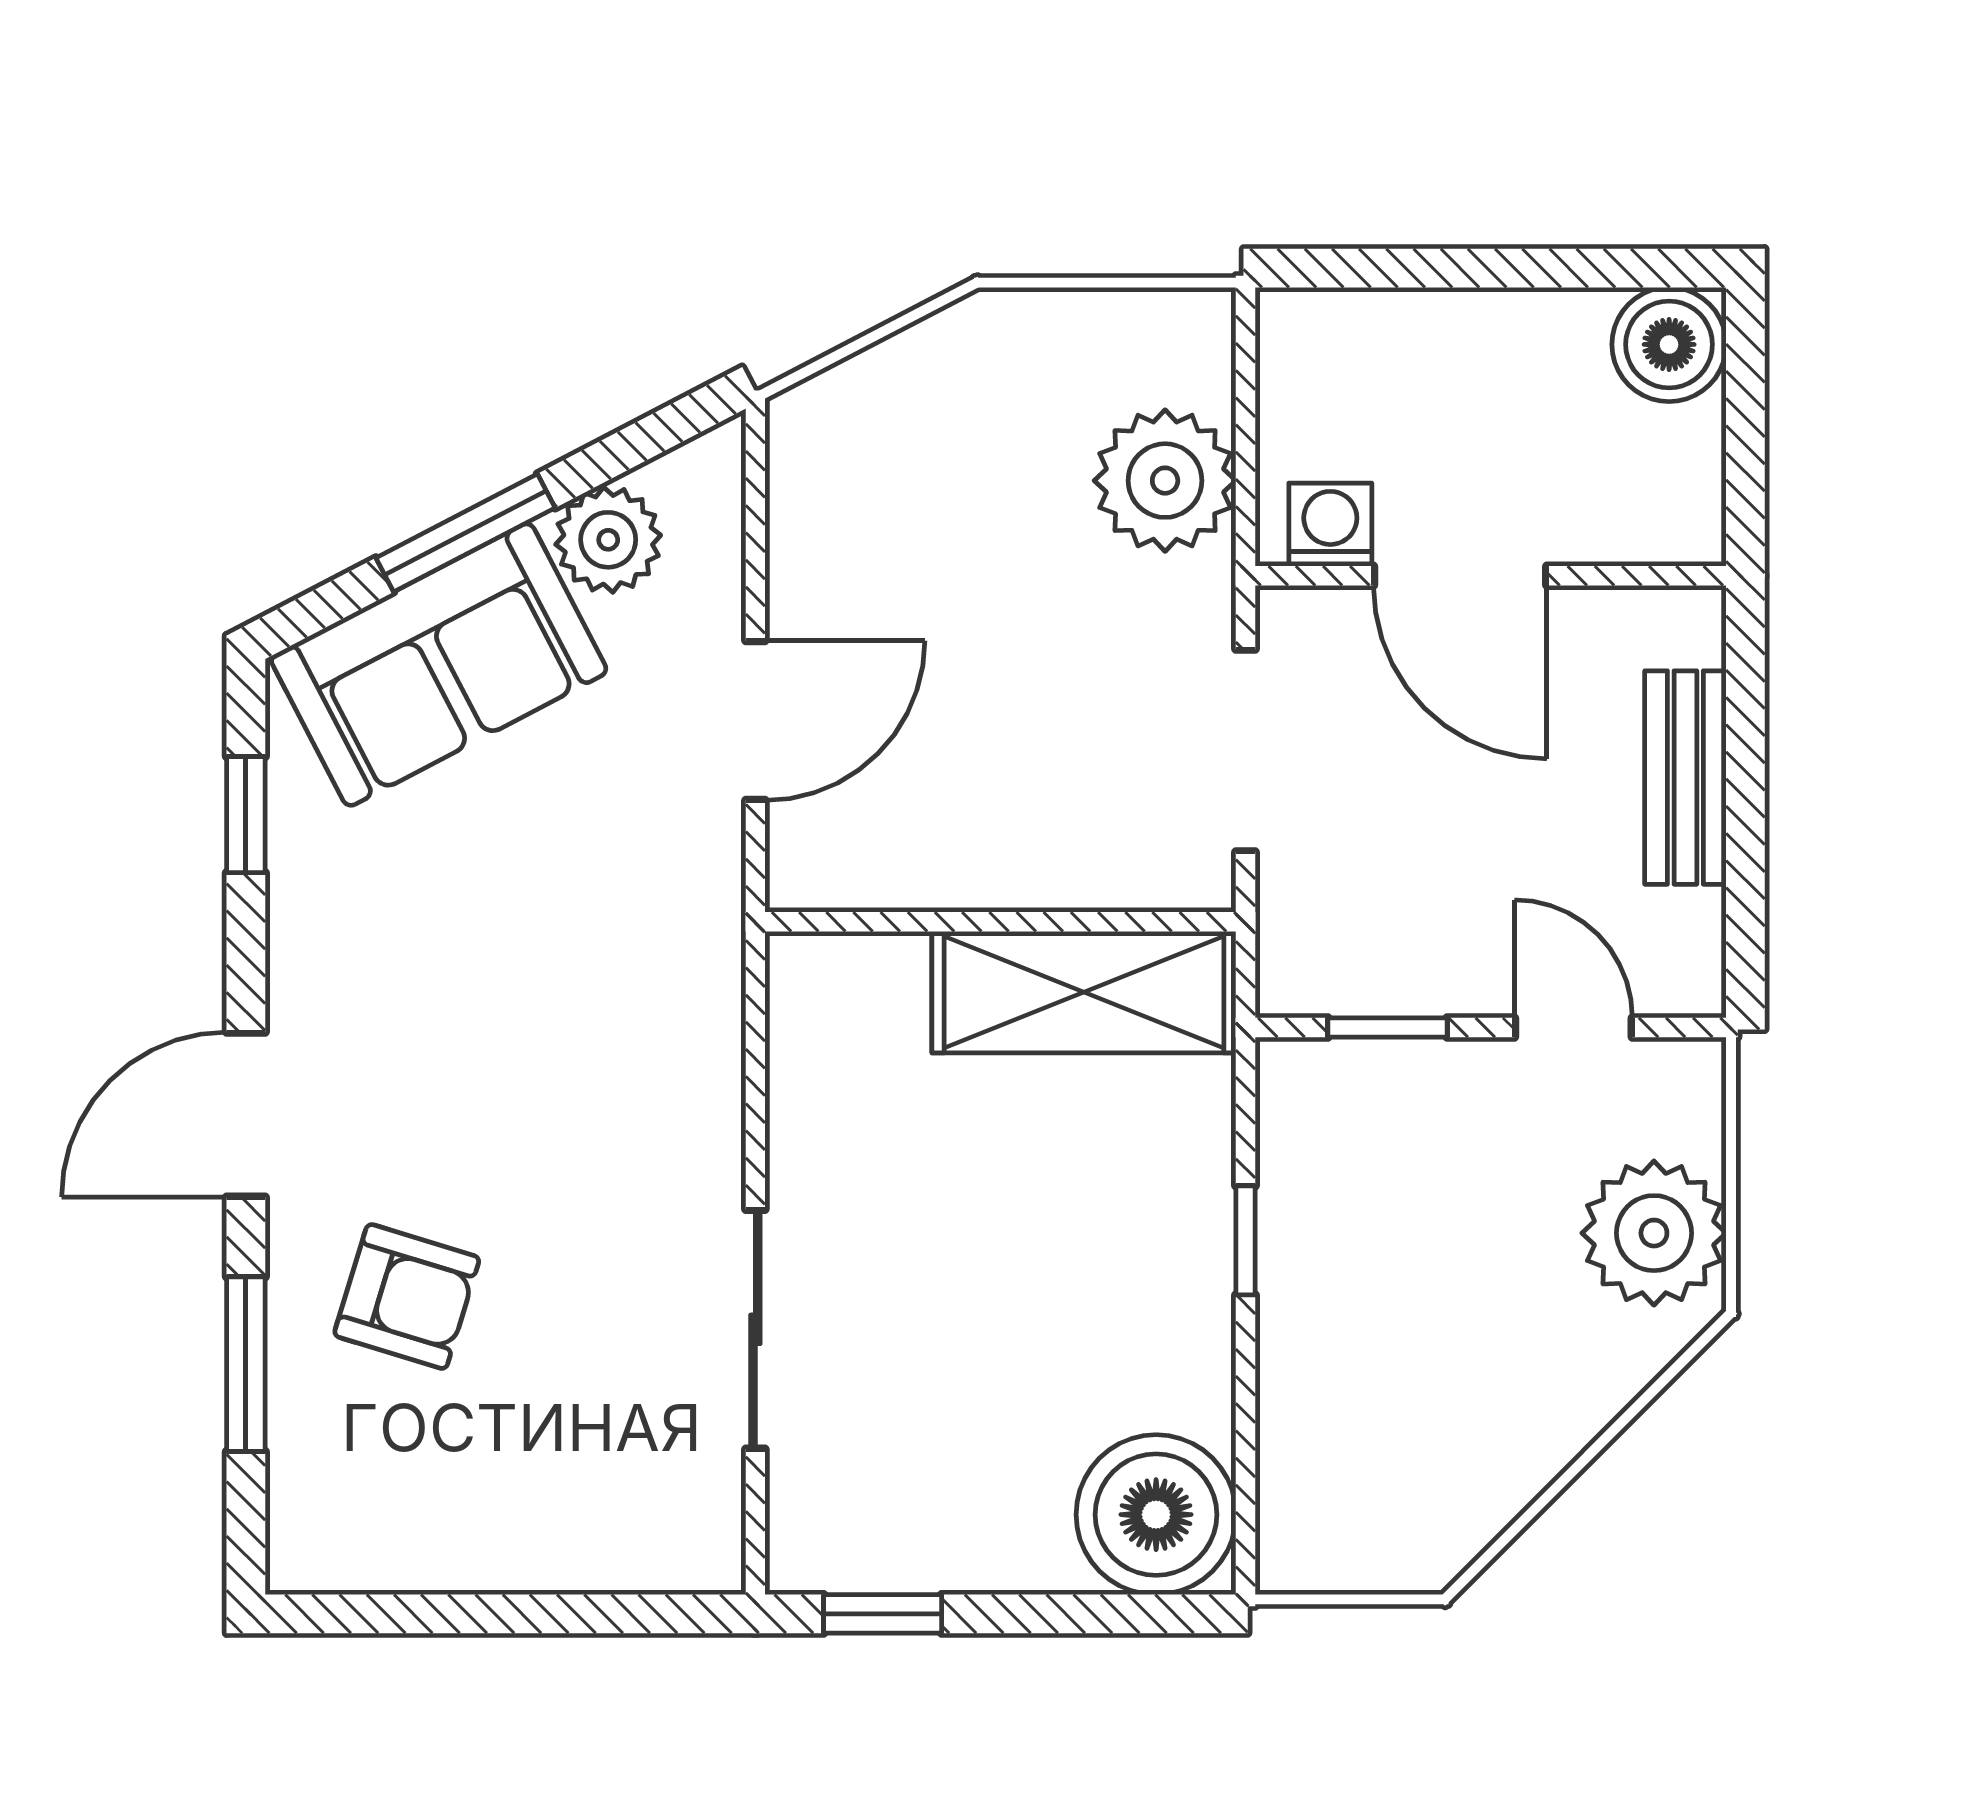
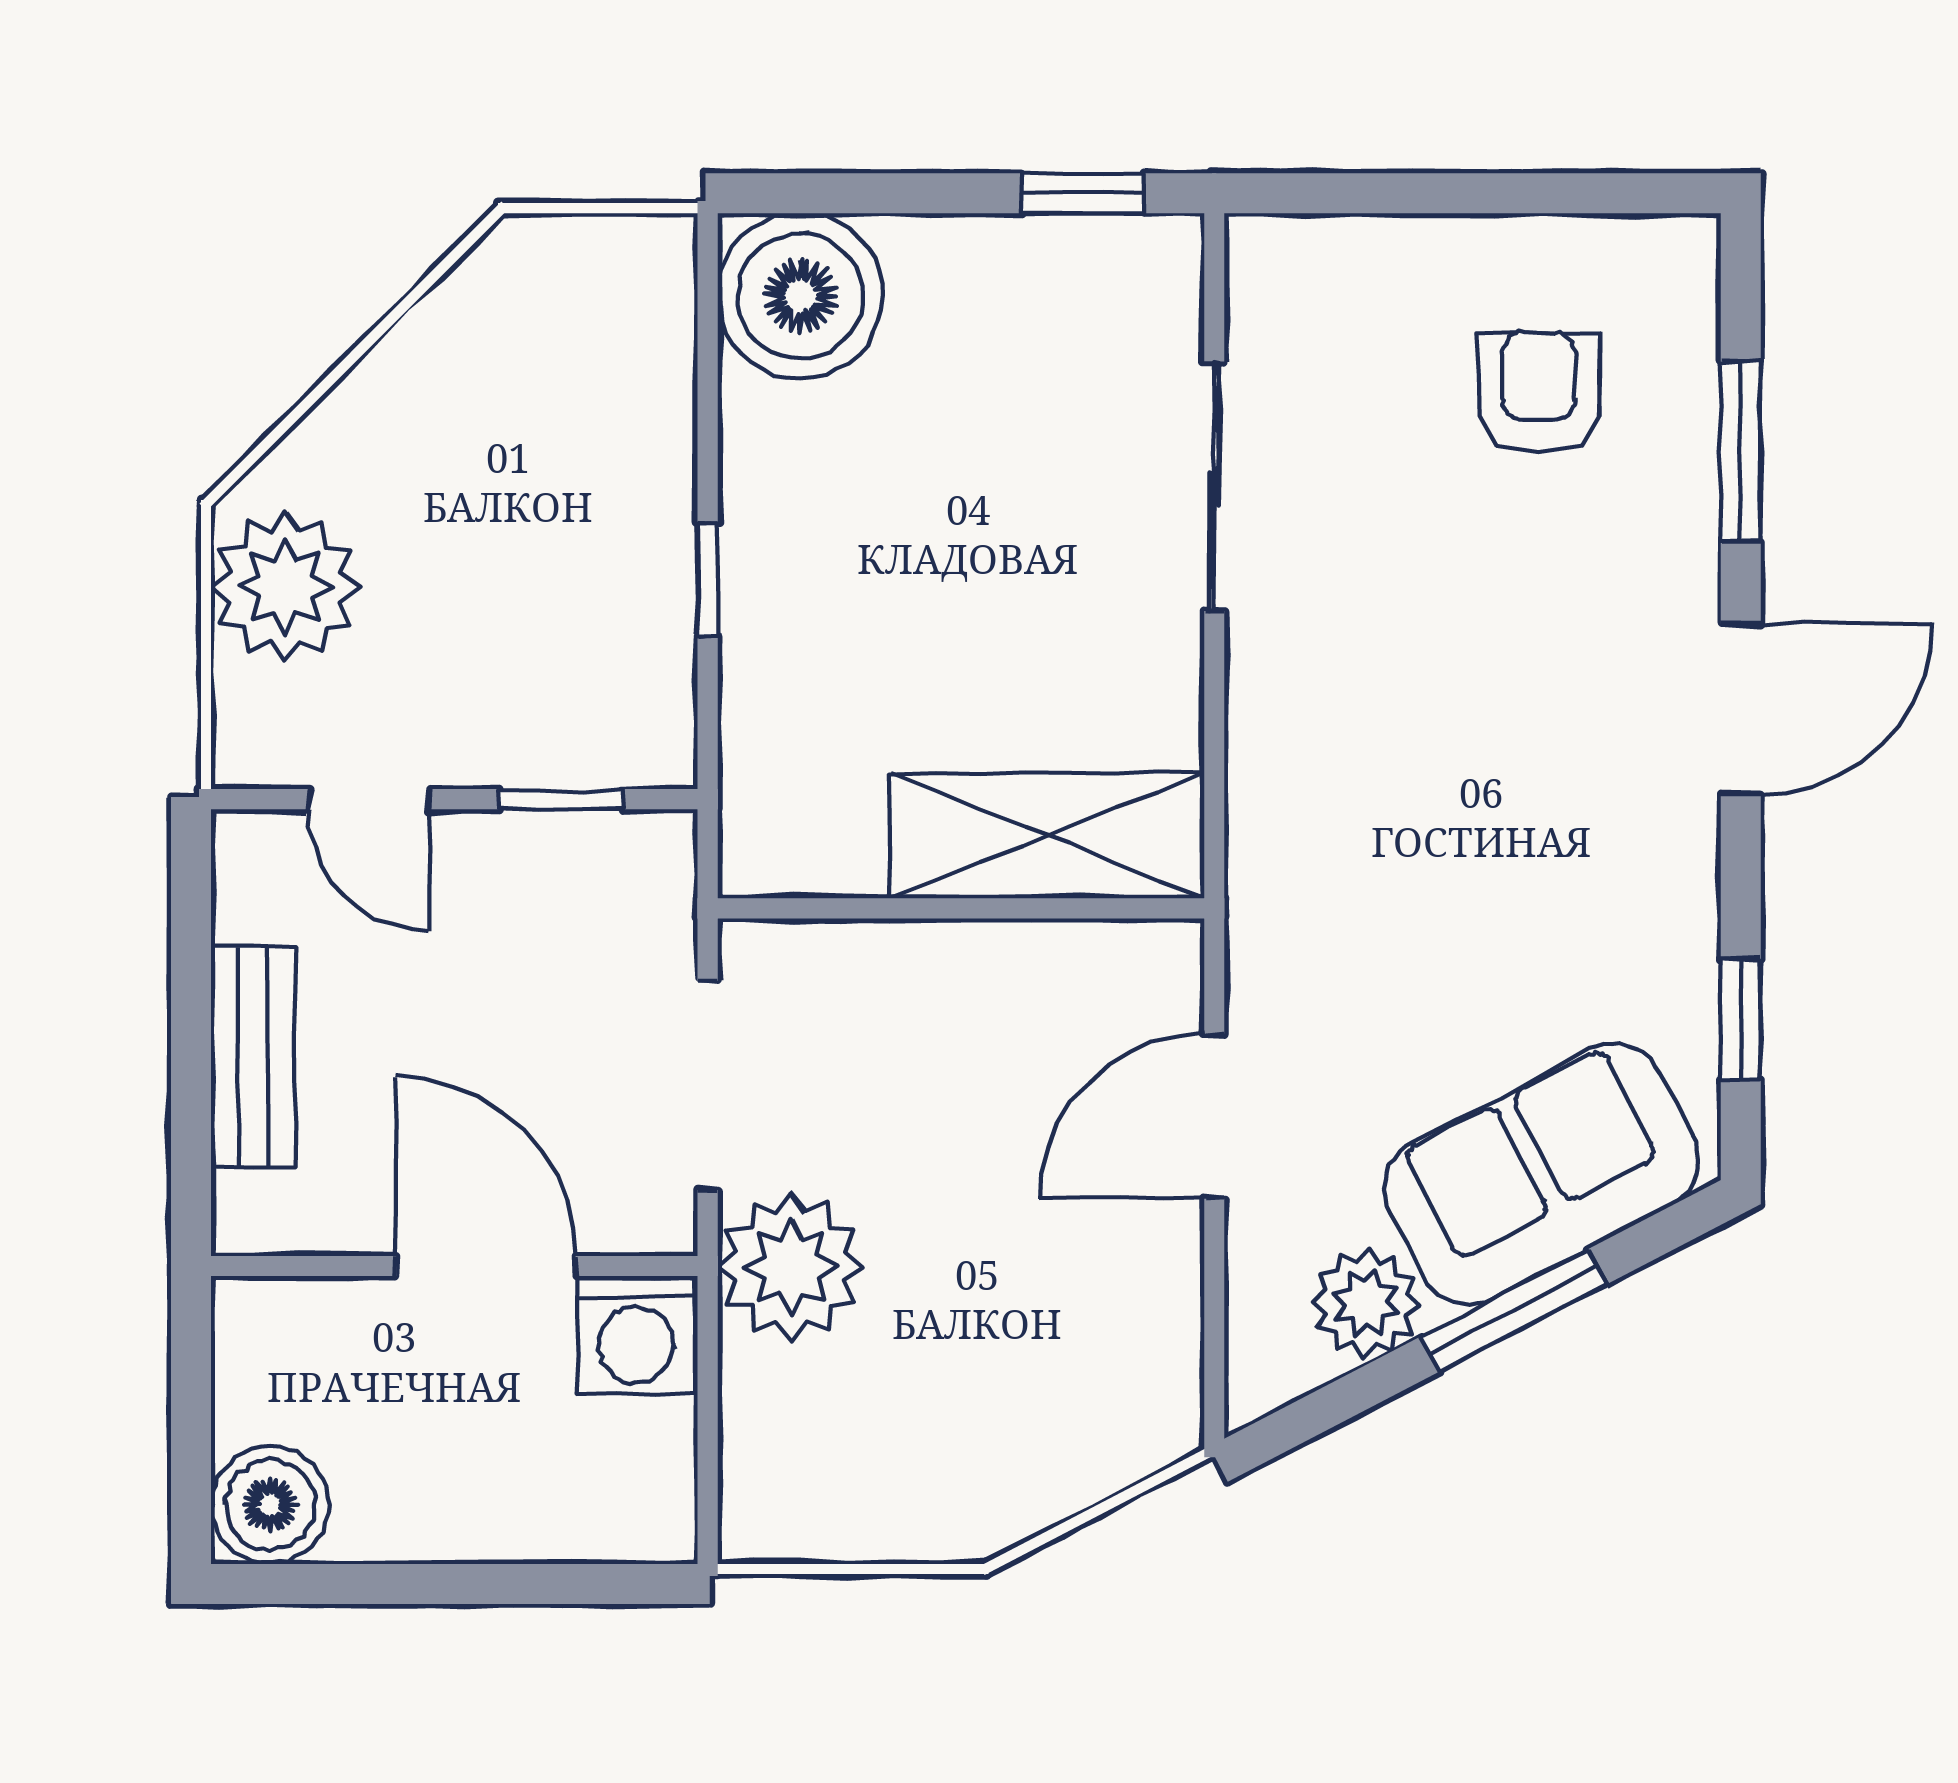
plant: (1165, 481) -> (791, 1267), moved
washing machine: (1330, 525) -> (636, 1335), width x1.38, depth x1.38
shelving: (1084, 992) -> (1047, 836), moved
armchair: (407, 1297) -> (1539, 393), moved, turned 73

